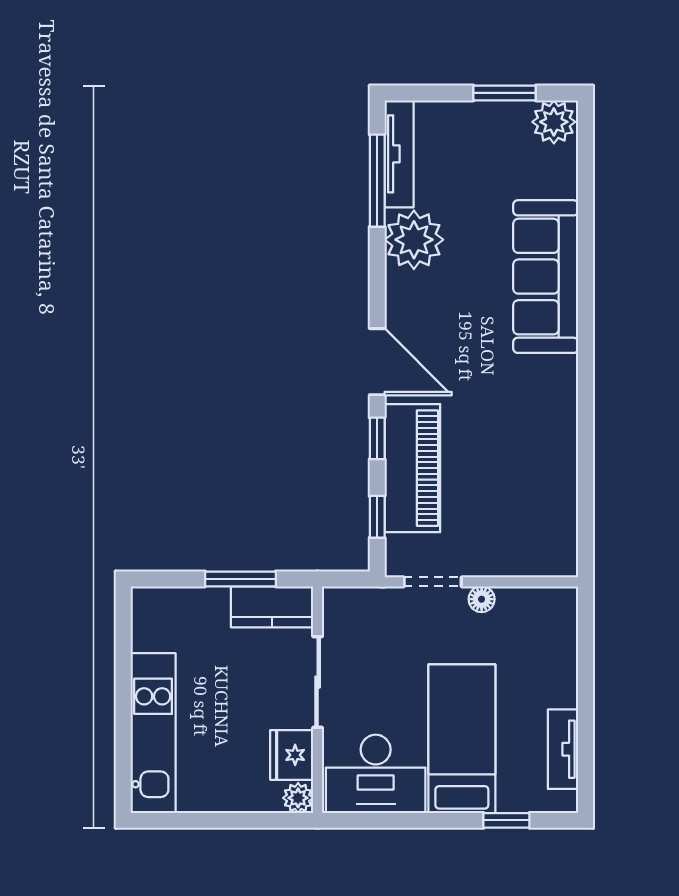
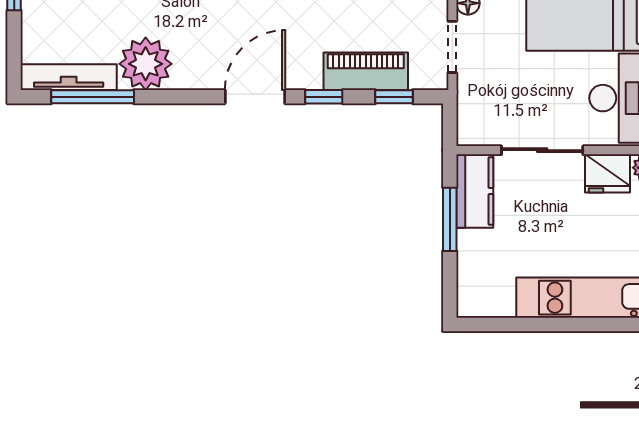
piano: (412, 468) -> (366, 71), width x0.73, depth x0.75

